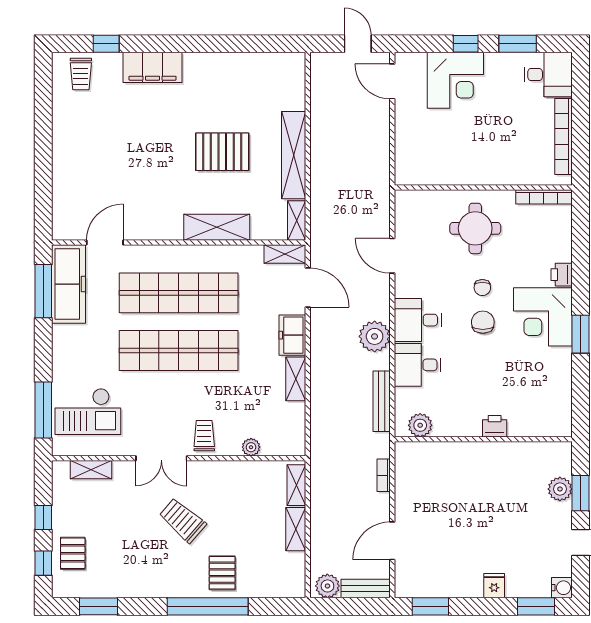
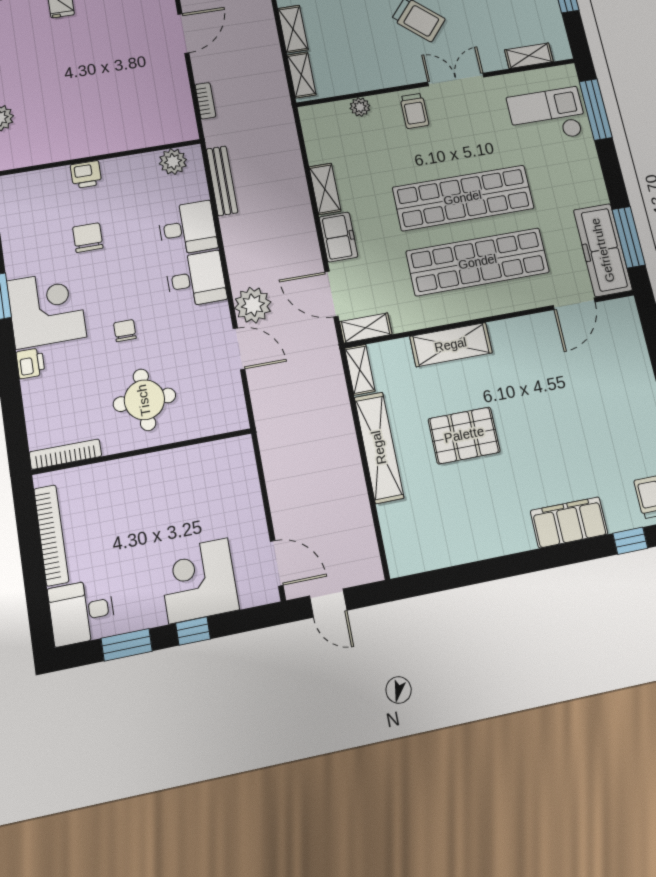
chair: (483, 322) -> (88, 238), moved, turned 180
plant: (375, 336) -> (253, 305), moved

